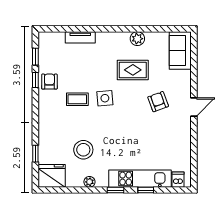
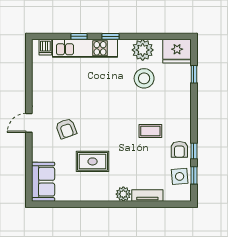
plant: (137, 39) -> (123, 194), moved
side table: (105, 98) -> (180, 176), moved
plant: (89, 182) -> (143, 50), width x1.87, depth x1.87

